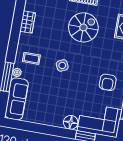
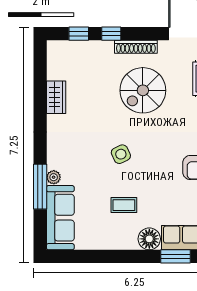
spiral stairs: (83, 27) -> (143, 90), turned 180
coffee table: (31, 58) -> (124, 205), moved

